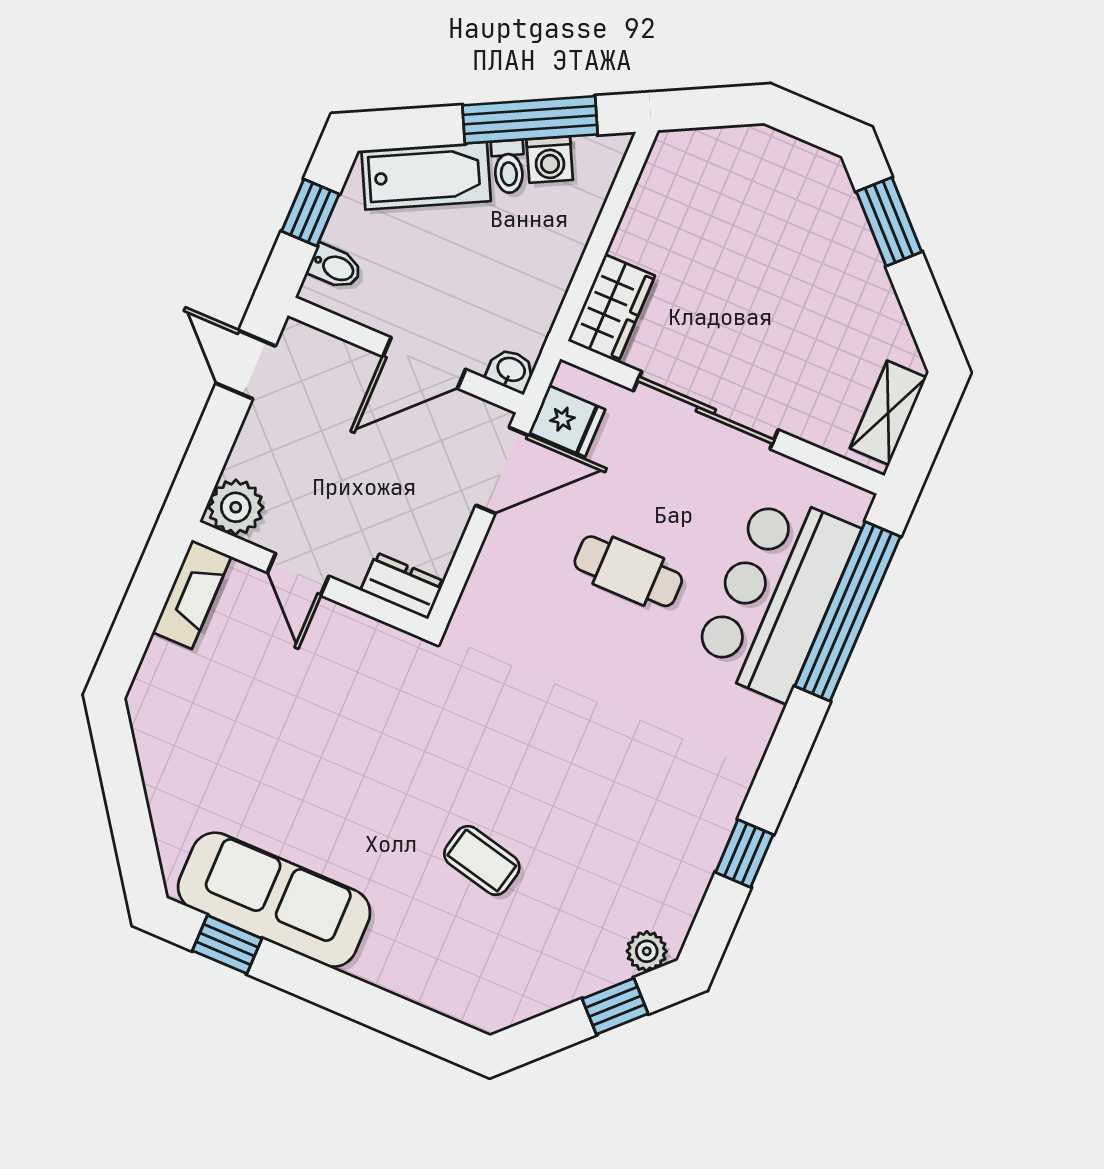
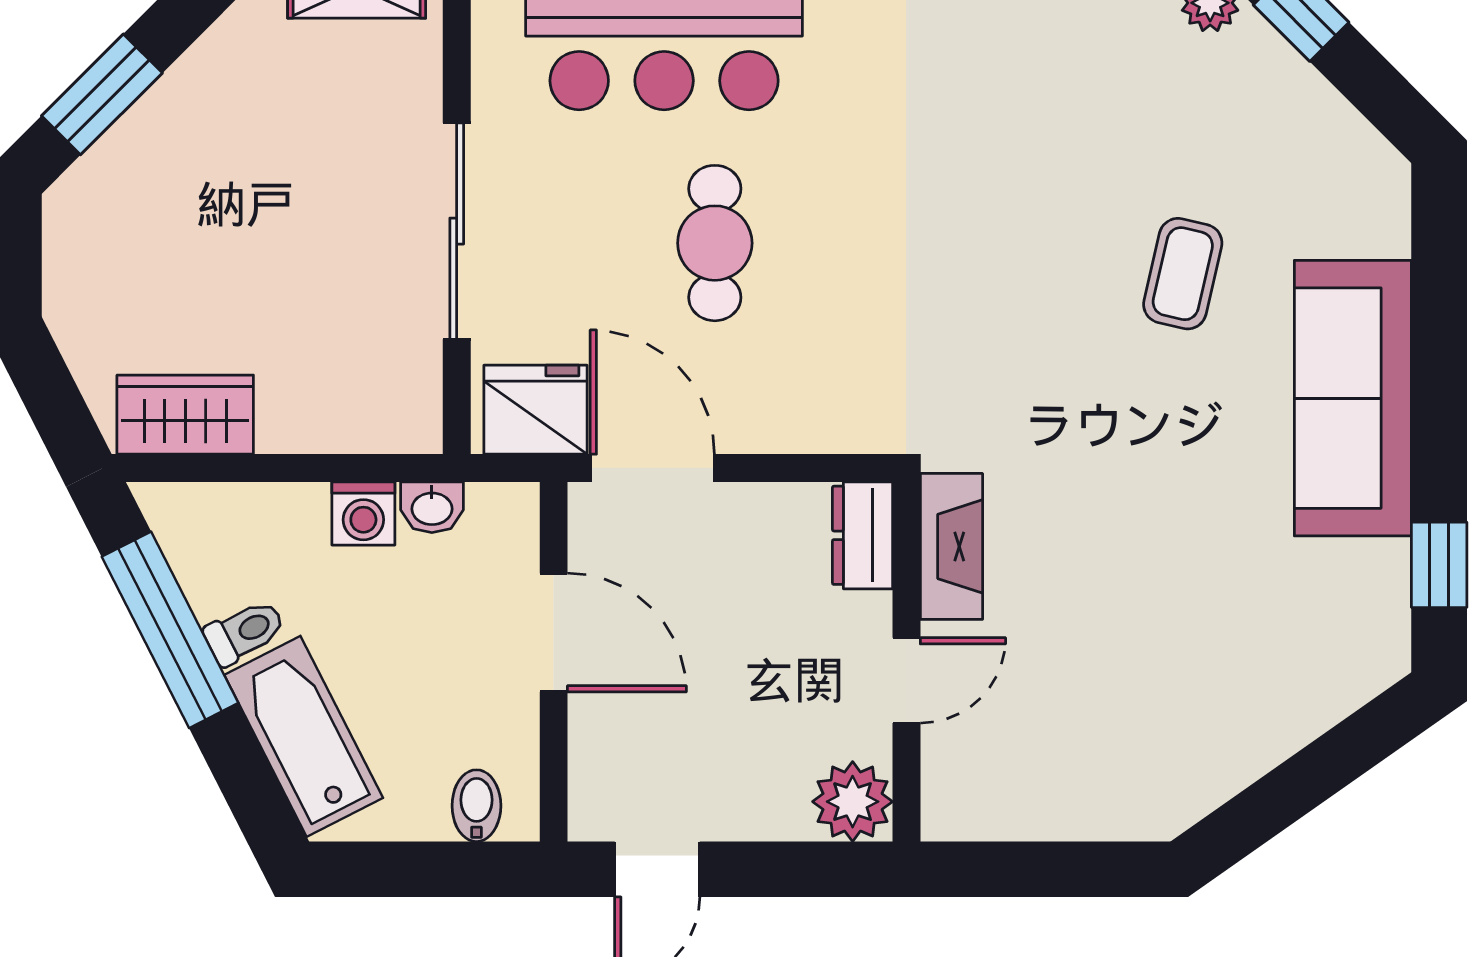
washing machine: (550, 160) -> (363, 513), moved, turned 117
window: (310, 213) -> (418, 869), removed
wardrobe: (611, 308) -> (185, 415), moved
washbasin: (511, 370) -> (432, 507), moved, turned -90
fridge: (567, 421) -> (536, 410), width x1.38
fireplace: (192, 594) -> (951, 546), moved, turned 90
sofa: (274, 900) -> (1353, 398), moved

